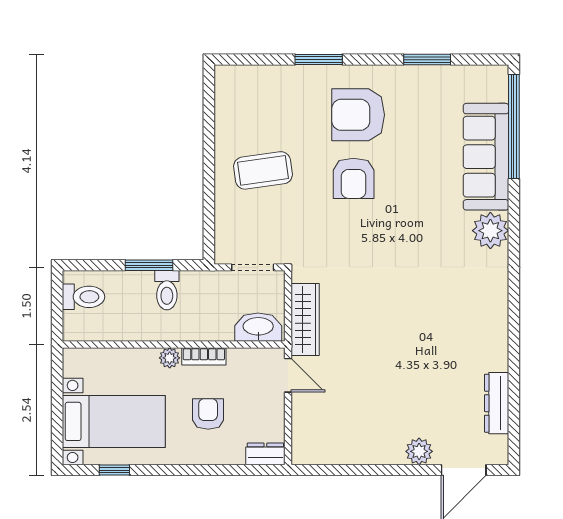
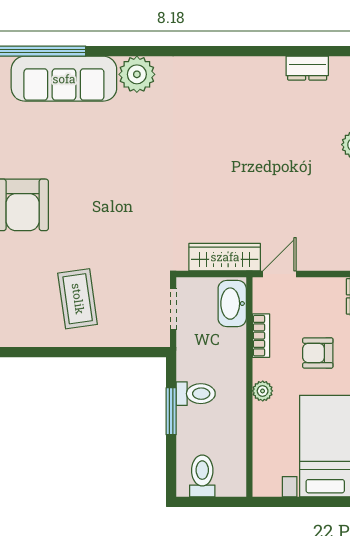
armchair: (354, 178) -> (85, 209), removed
bookcase: (204, 356) -> (261, 336), moved
dresser: (497, 403) -> (307, 68), width x0.70

